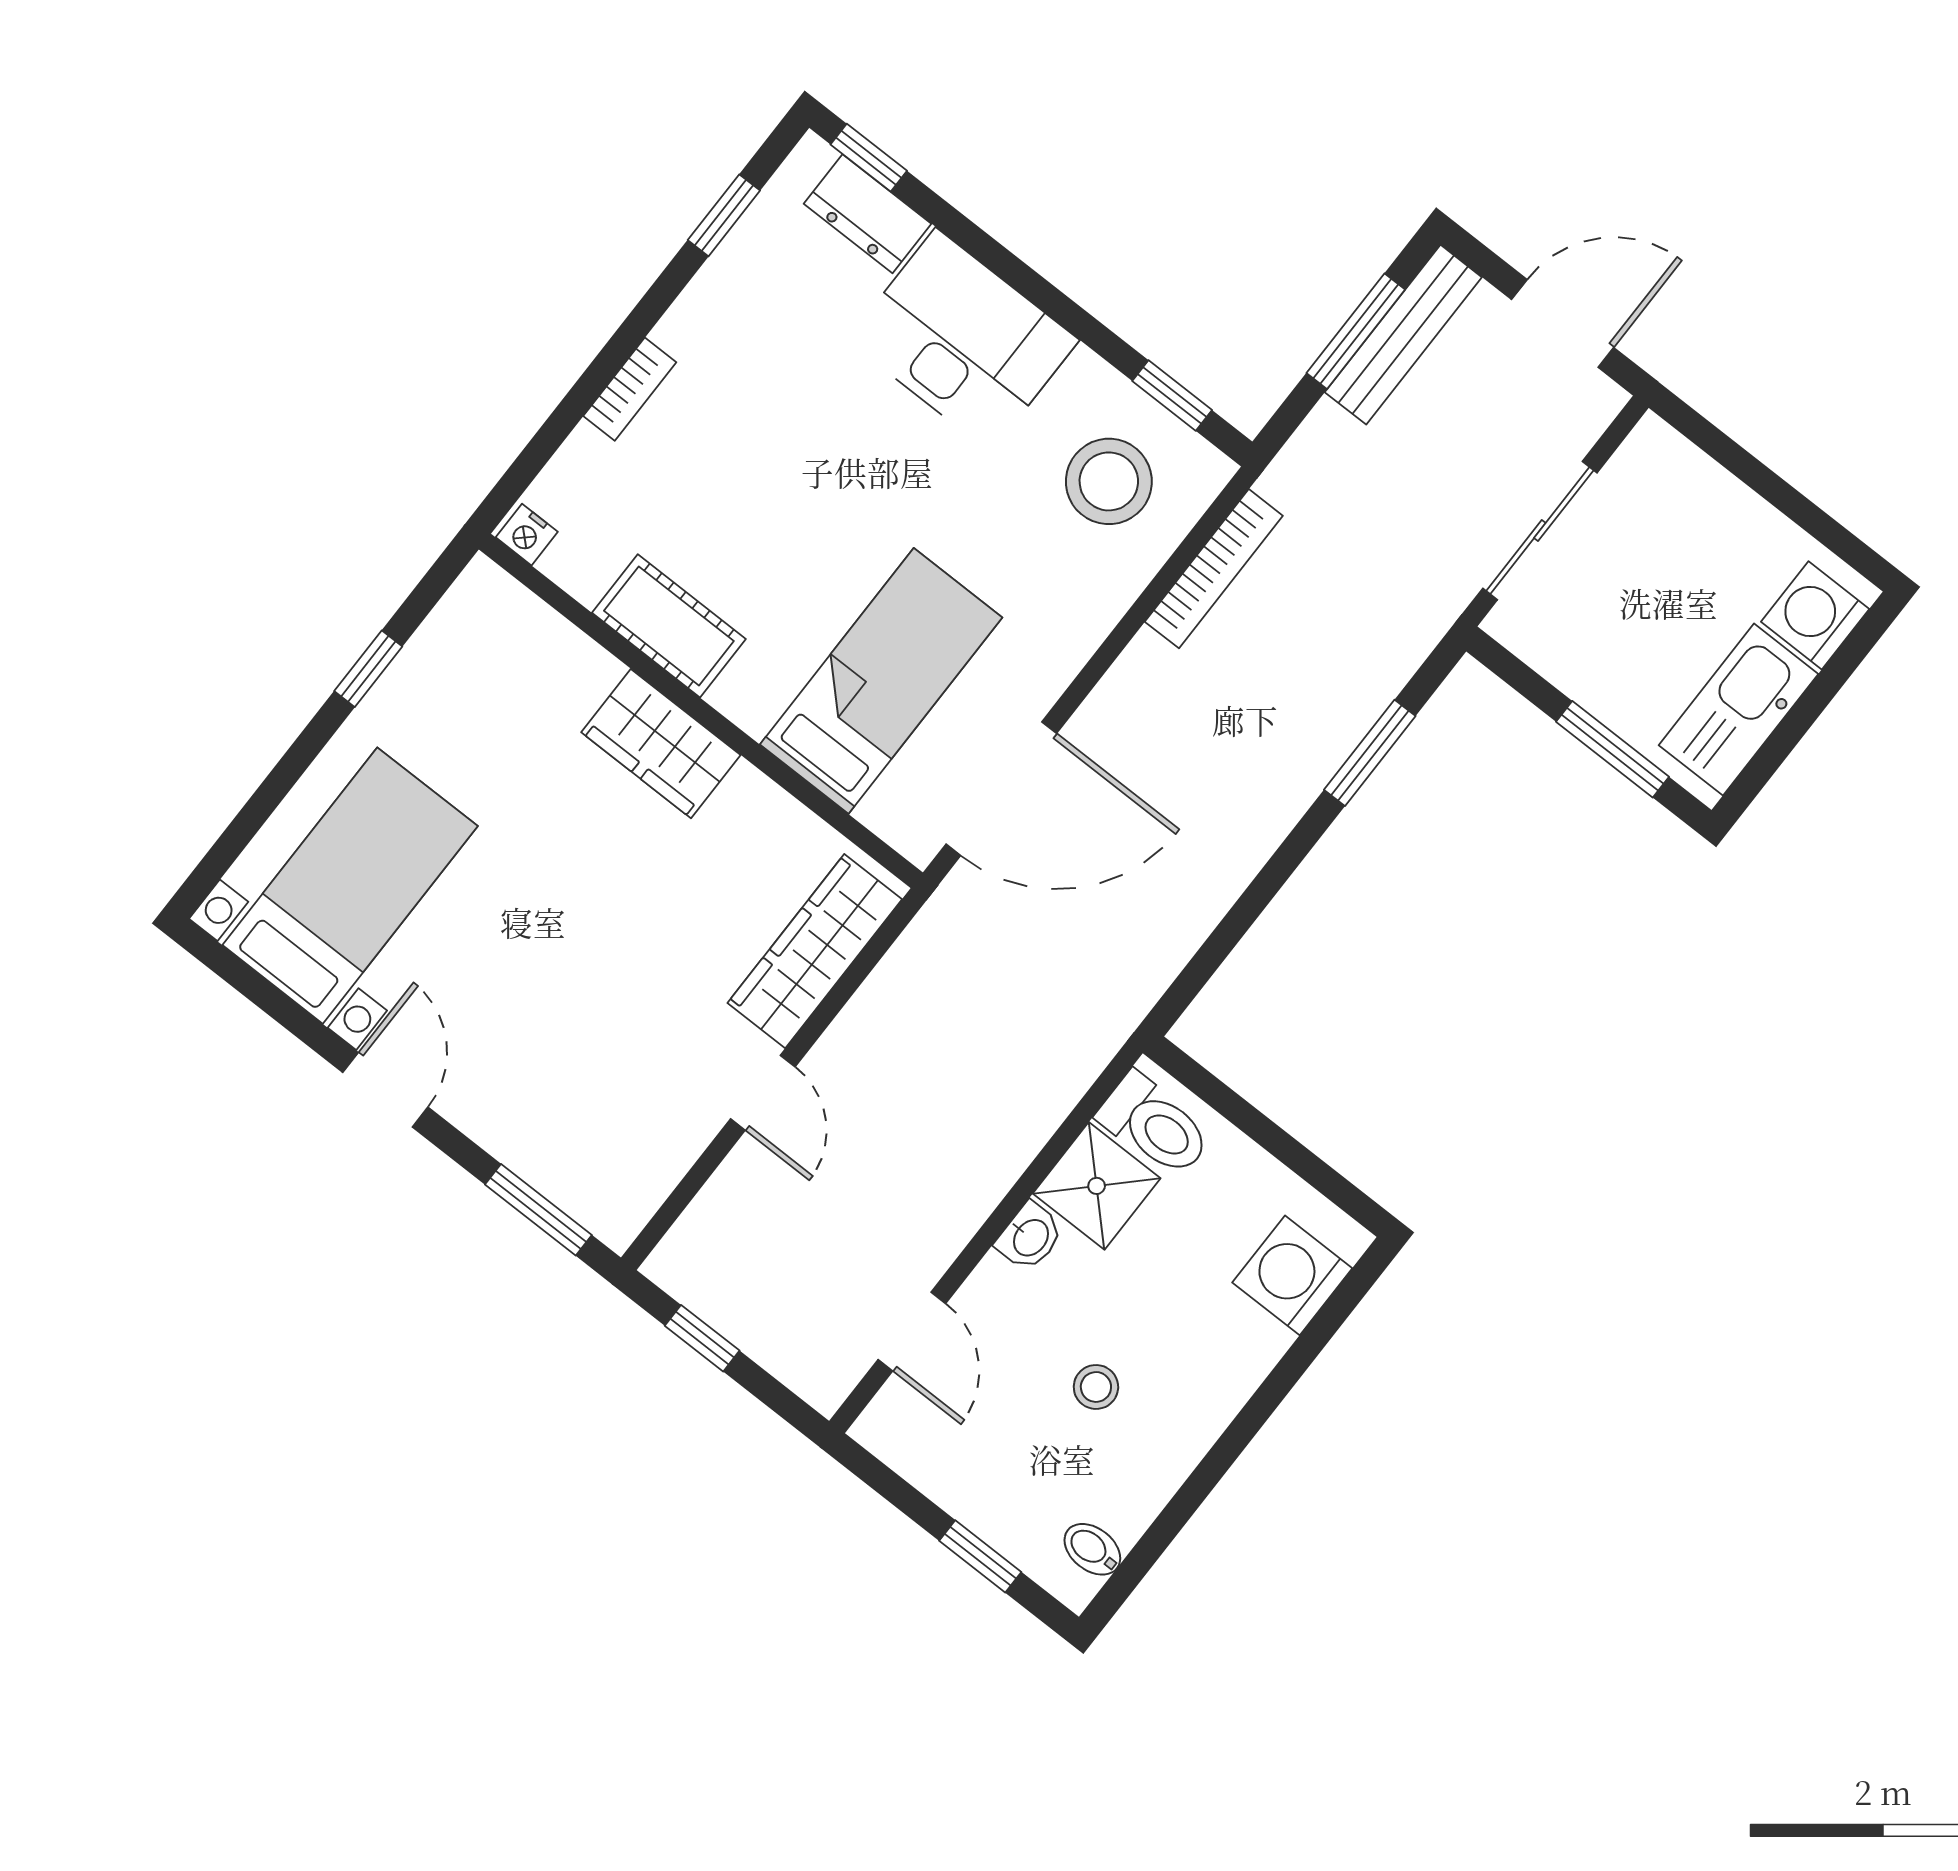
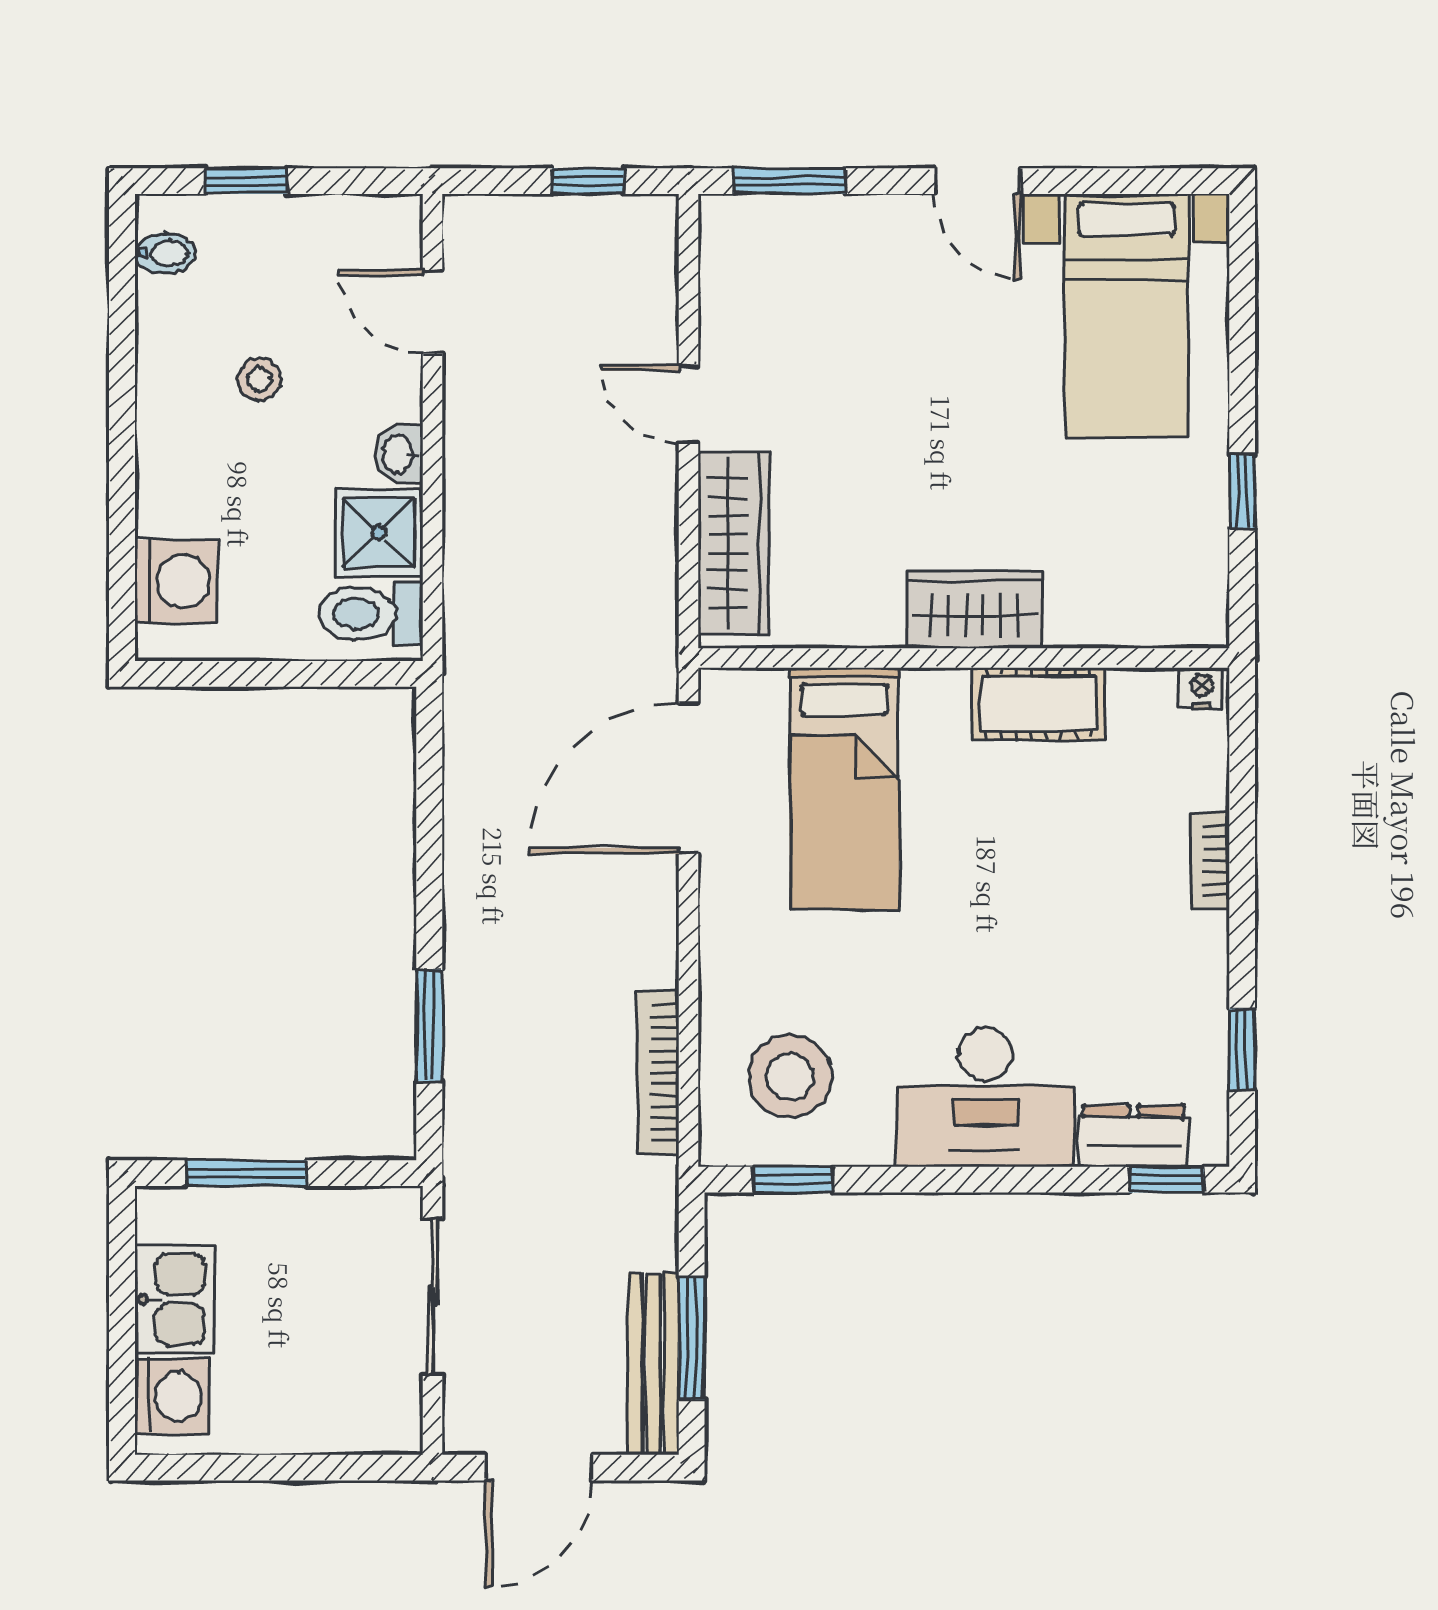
kitchen sink: (1738, 710) -> (174, 1299), width x0.73

